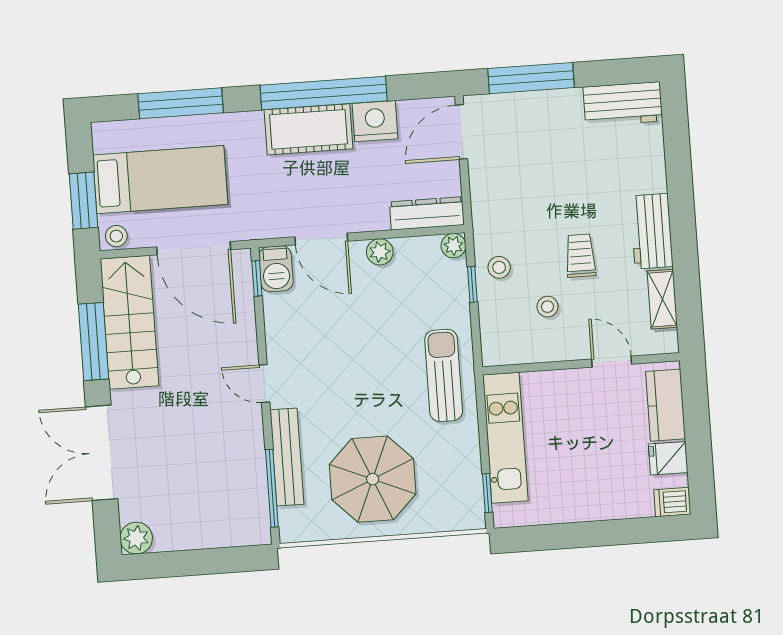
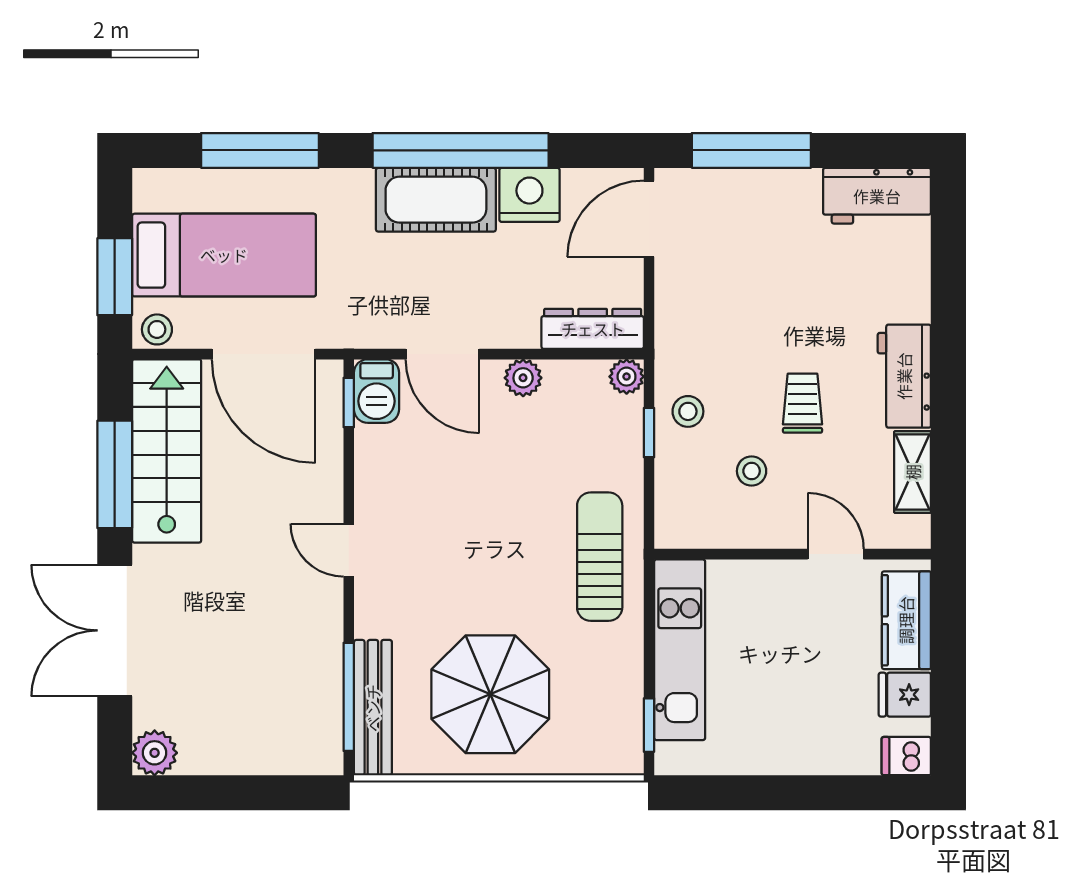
bench: (287, 457) -> (373, 708), moved

